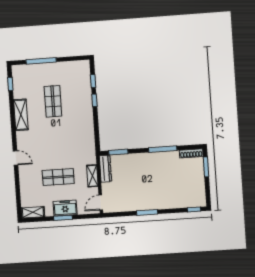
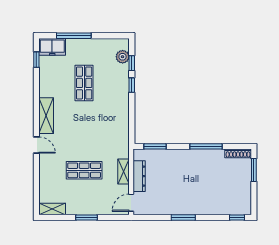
plant: (85, 76) -> (123, 57), added
shelving: (21, 115) -> (46, 116), moved
dresser: (105, 169) -> (139, 176), moved
freezer: (65, 208) -> (52, 47), moved, turned 180

